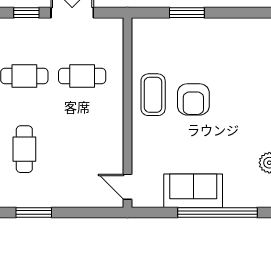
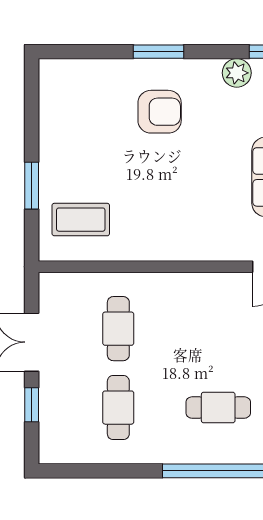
coffee table: (153, 95) -> (81, 220), moved
armchair: (193, 99) -> (160, 112), moved

